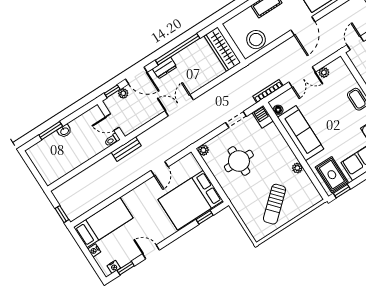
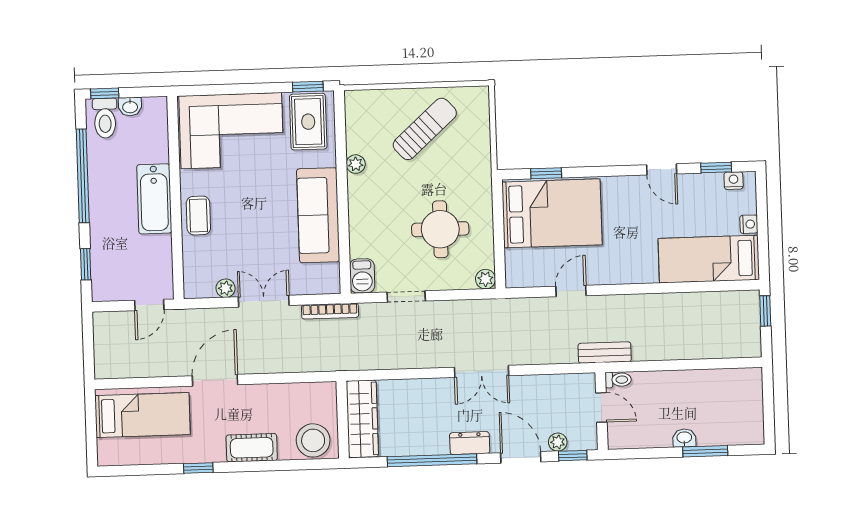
stool: (256, 40) -> (313, 440), moved
floor lamp: (278, 110) -> (332, 273), removed

